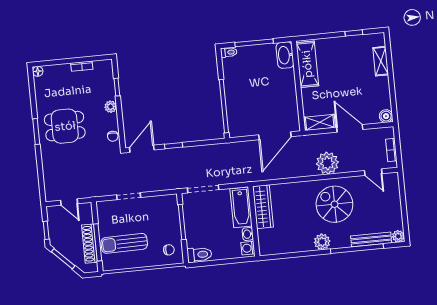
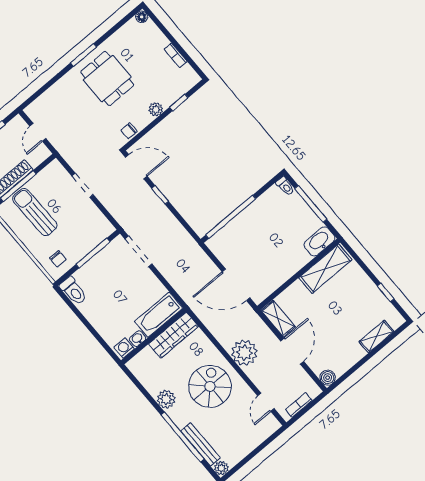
bathtub: (241, 207) -> (158, 315), moved
wardrobe: (263, 207) -> (174, 335), moved
wall: (254, 221) -> (154, 336), moved
washbasin: (248, 234) -> (138, 339), moved
washing machine: (248, 248) -> (124, 348), moved

